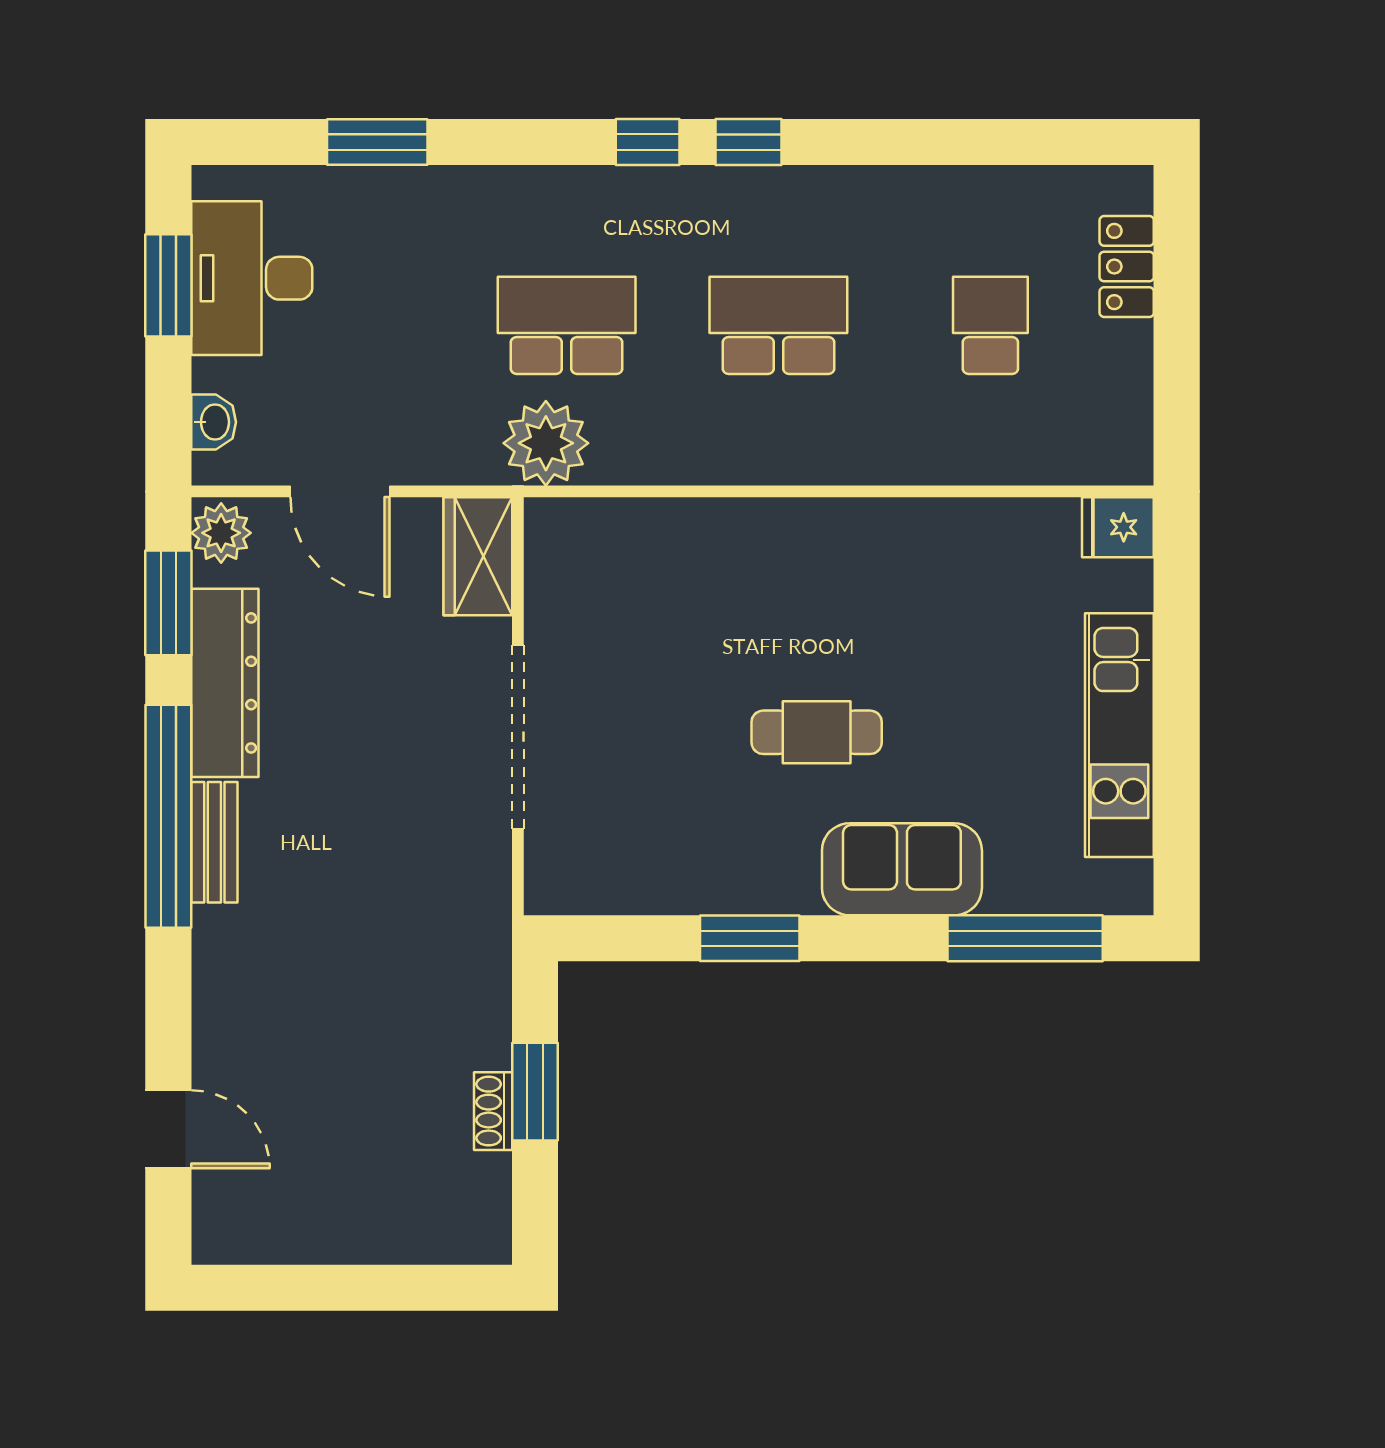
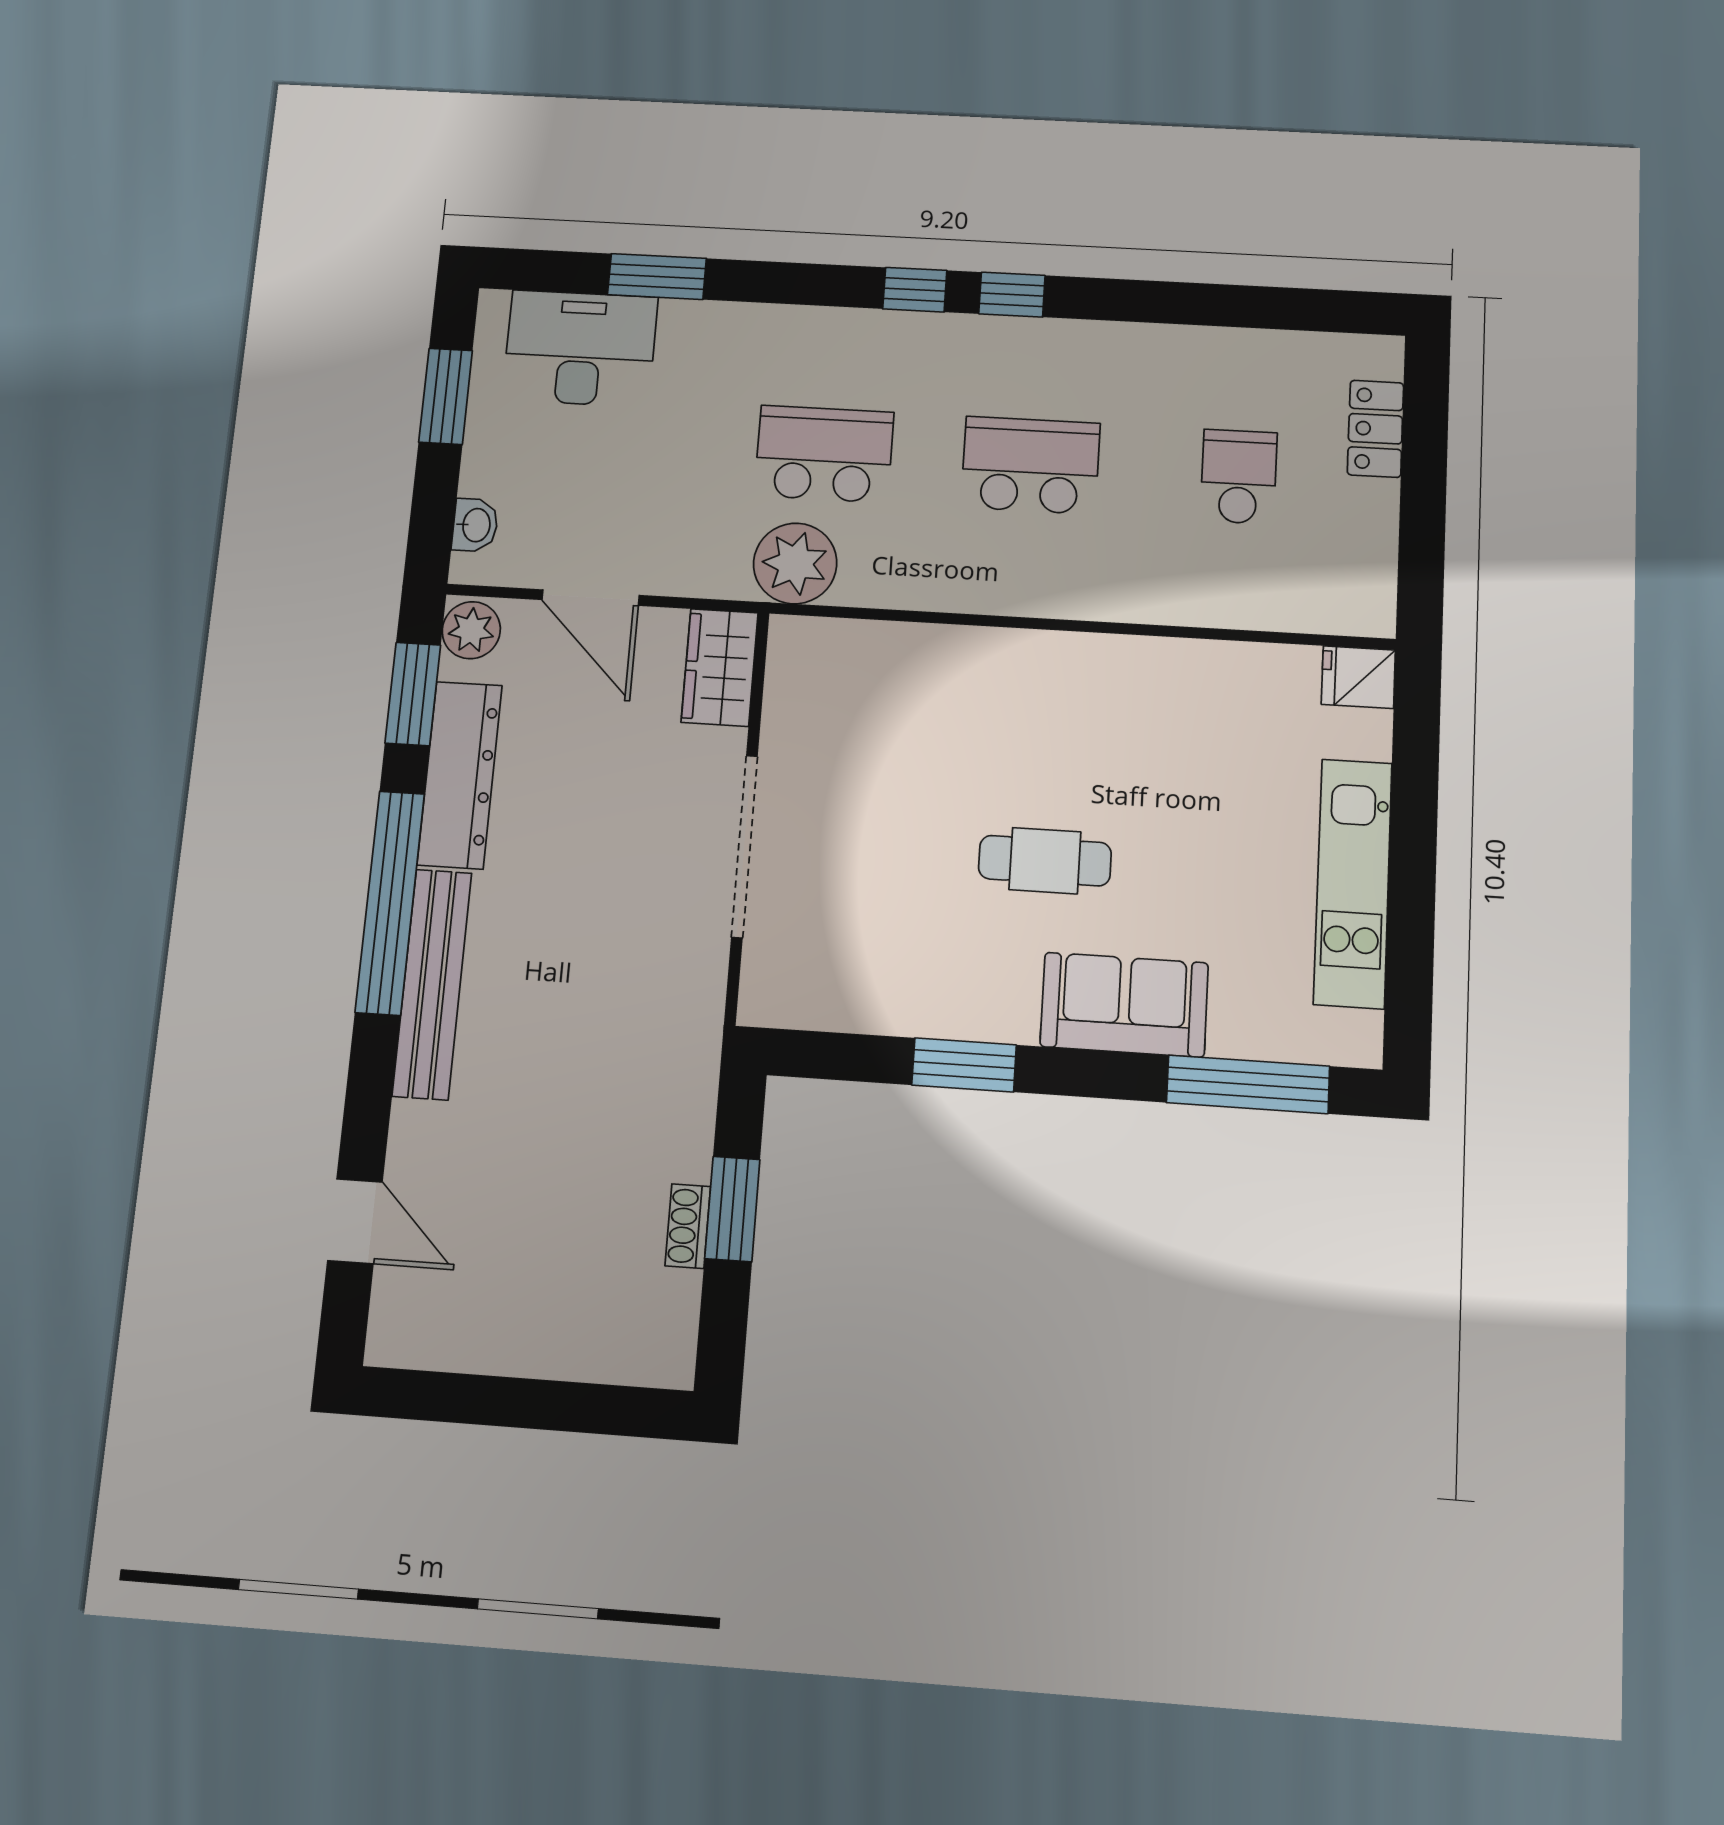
desk: (252, 278) -> (580, 348), moved, turned 90
bench: (214, 842) -> (432, 984), width x1.86, depth x1.21

